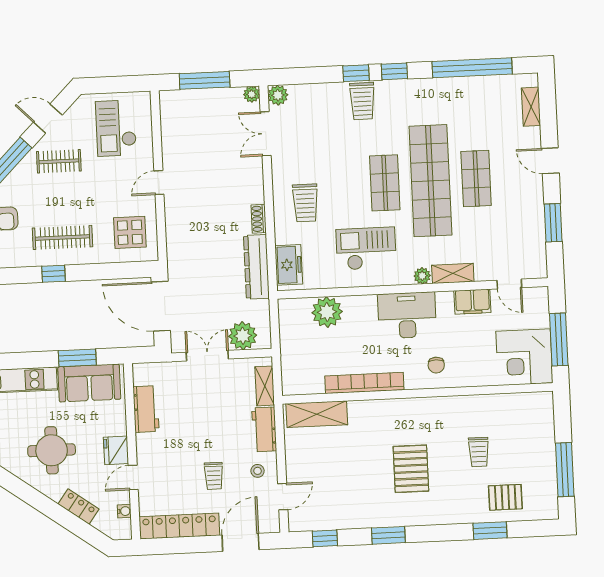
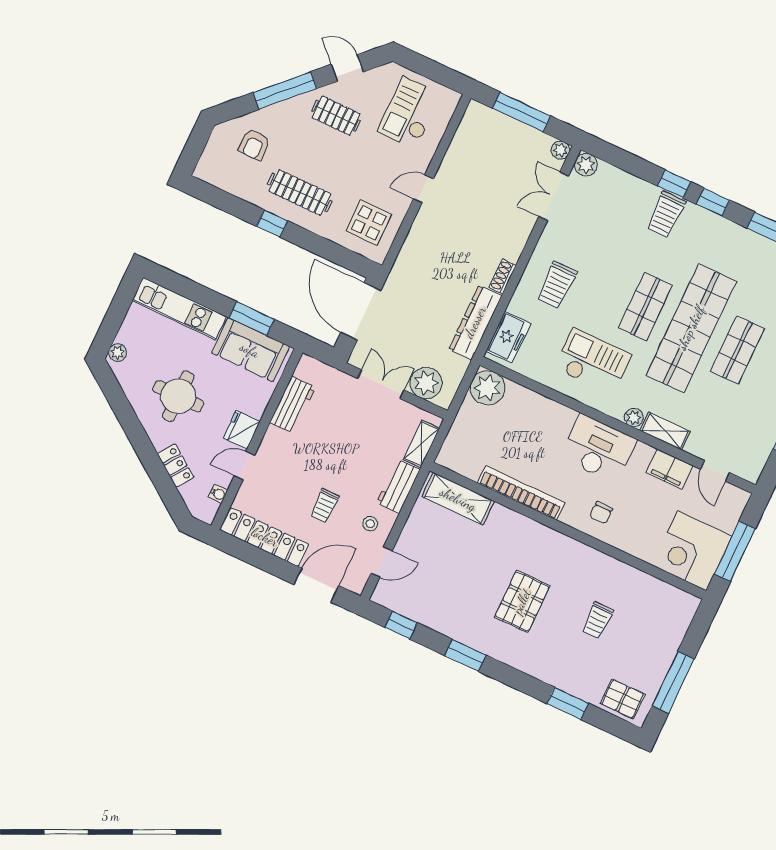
plant: (327, 312) -> (488, 388), moved
pallet: (505, 497) -> (623, 699), moved

